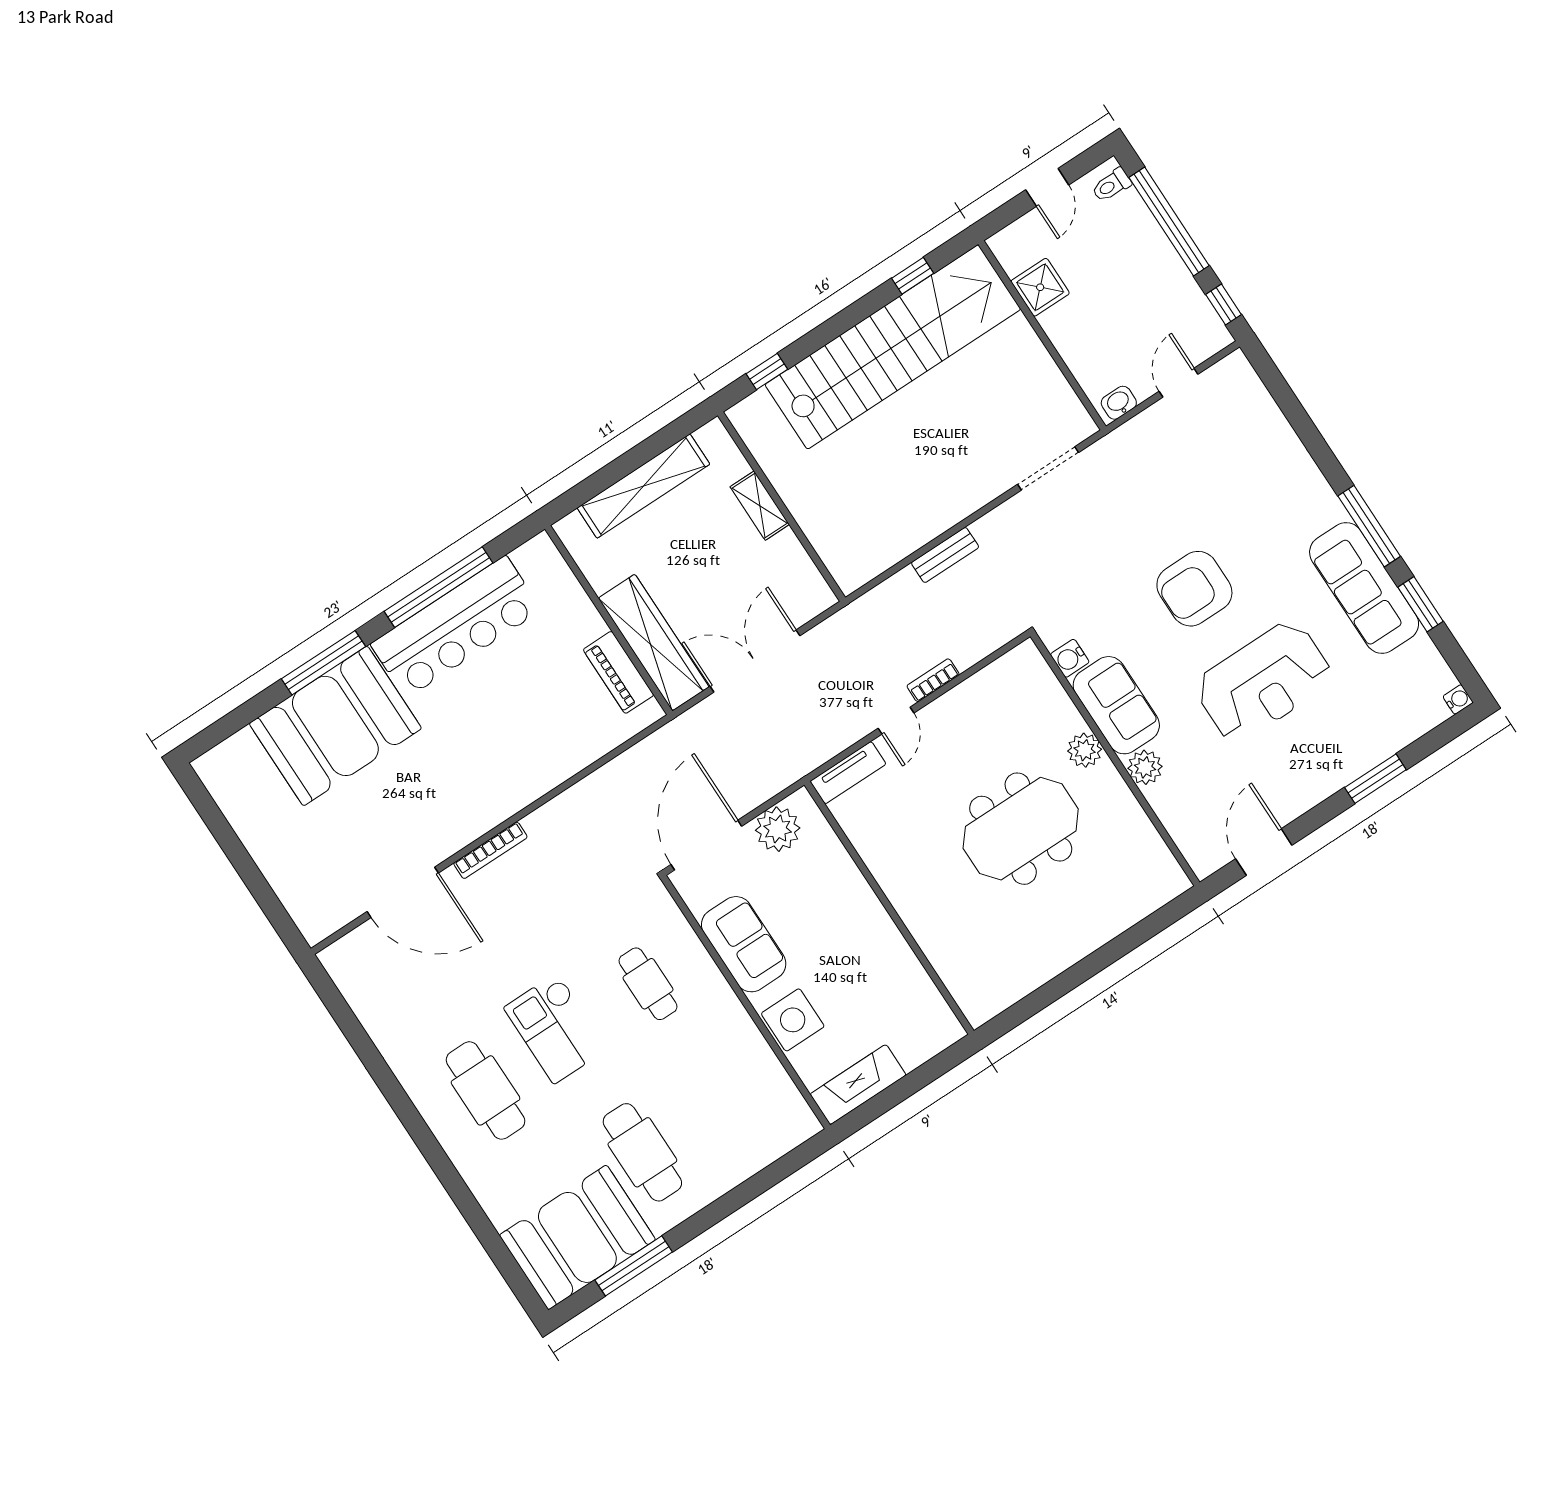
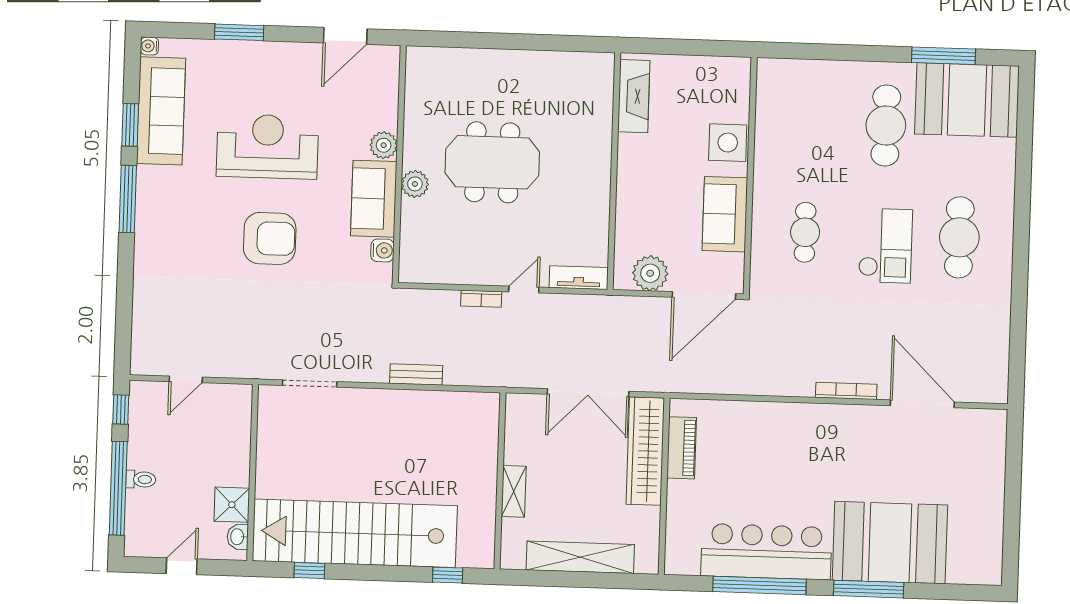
toilet: (1111, 185) -> (141, 479), moved
washbasin: (1119, 403) -> (238, 537), moved, turned 90
sofa: (1364, 588) -> (161, 111), moved
fireplace: (858, 1085) -> (634, 96), moved, turned -90

